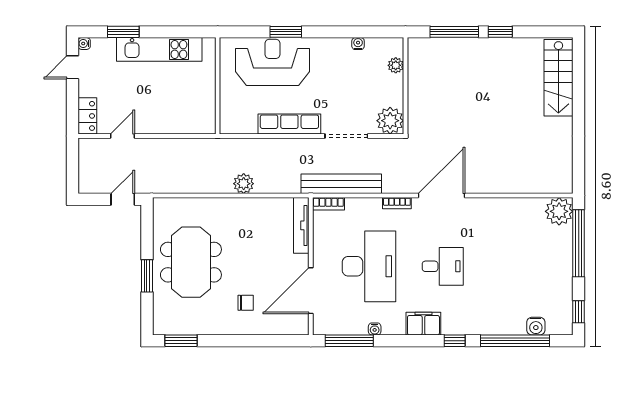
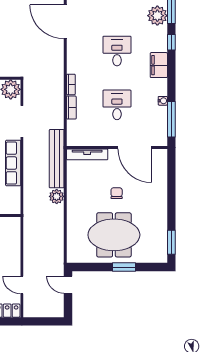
bench: (341, 184) -> (57, 159), moved
door: (442, 196) -> (65, 22), moved
bookcase: (328, 204) -> (71, 108), moved
desk: (369, 266) -> (117, 105), width x0.53, depth x0.77
chair: (246, 303) -> (117, 193), moved
plant: (491, 322) -> (157, 16), added

